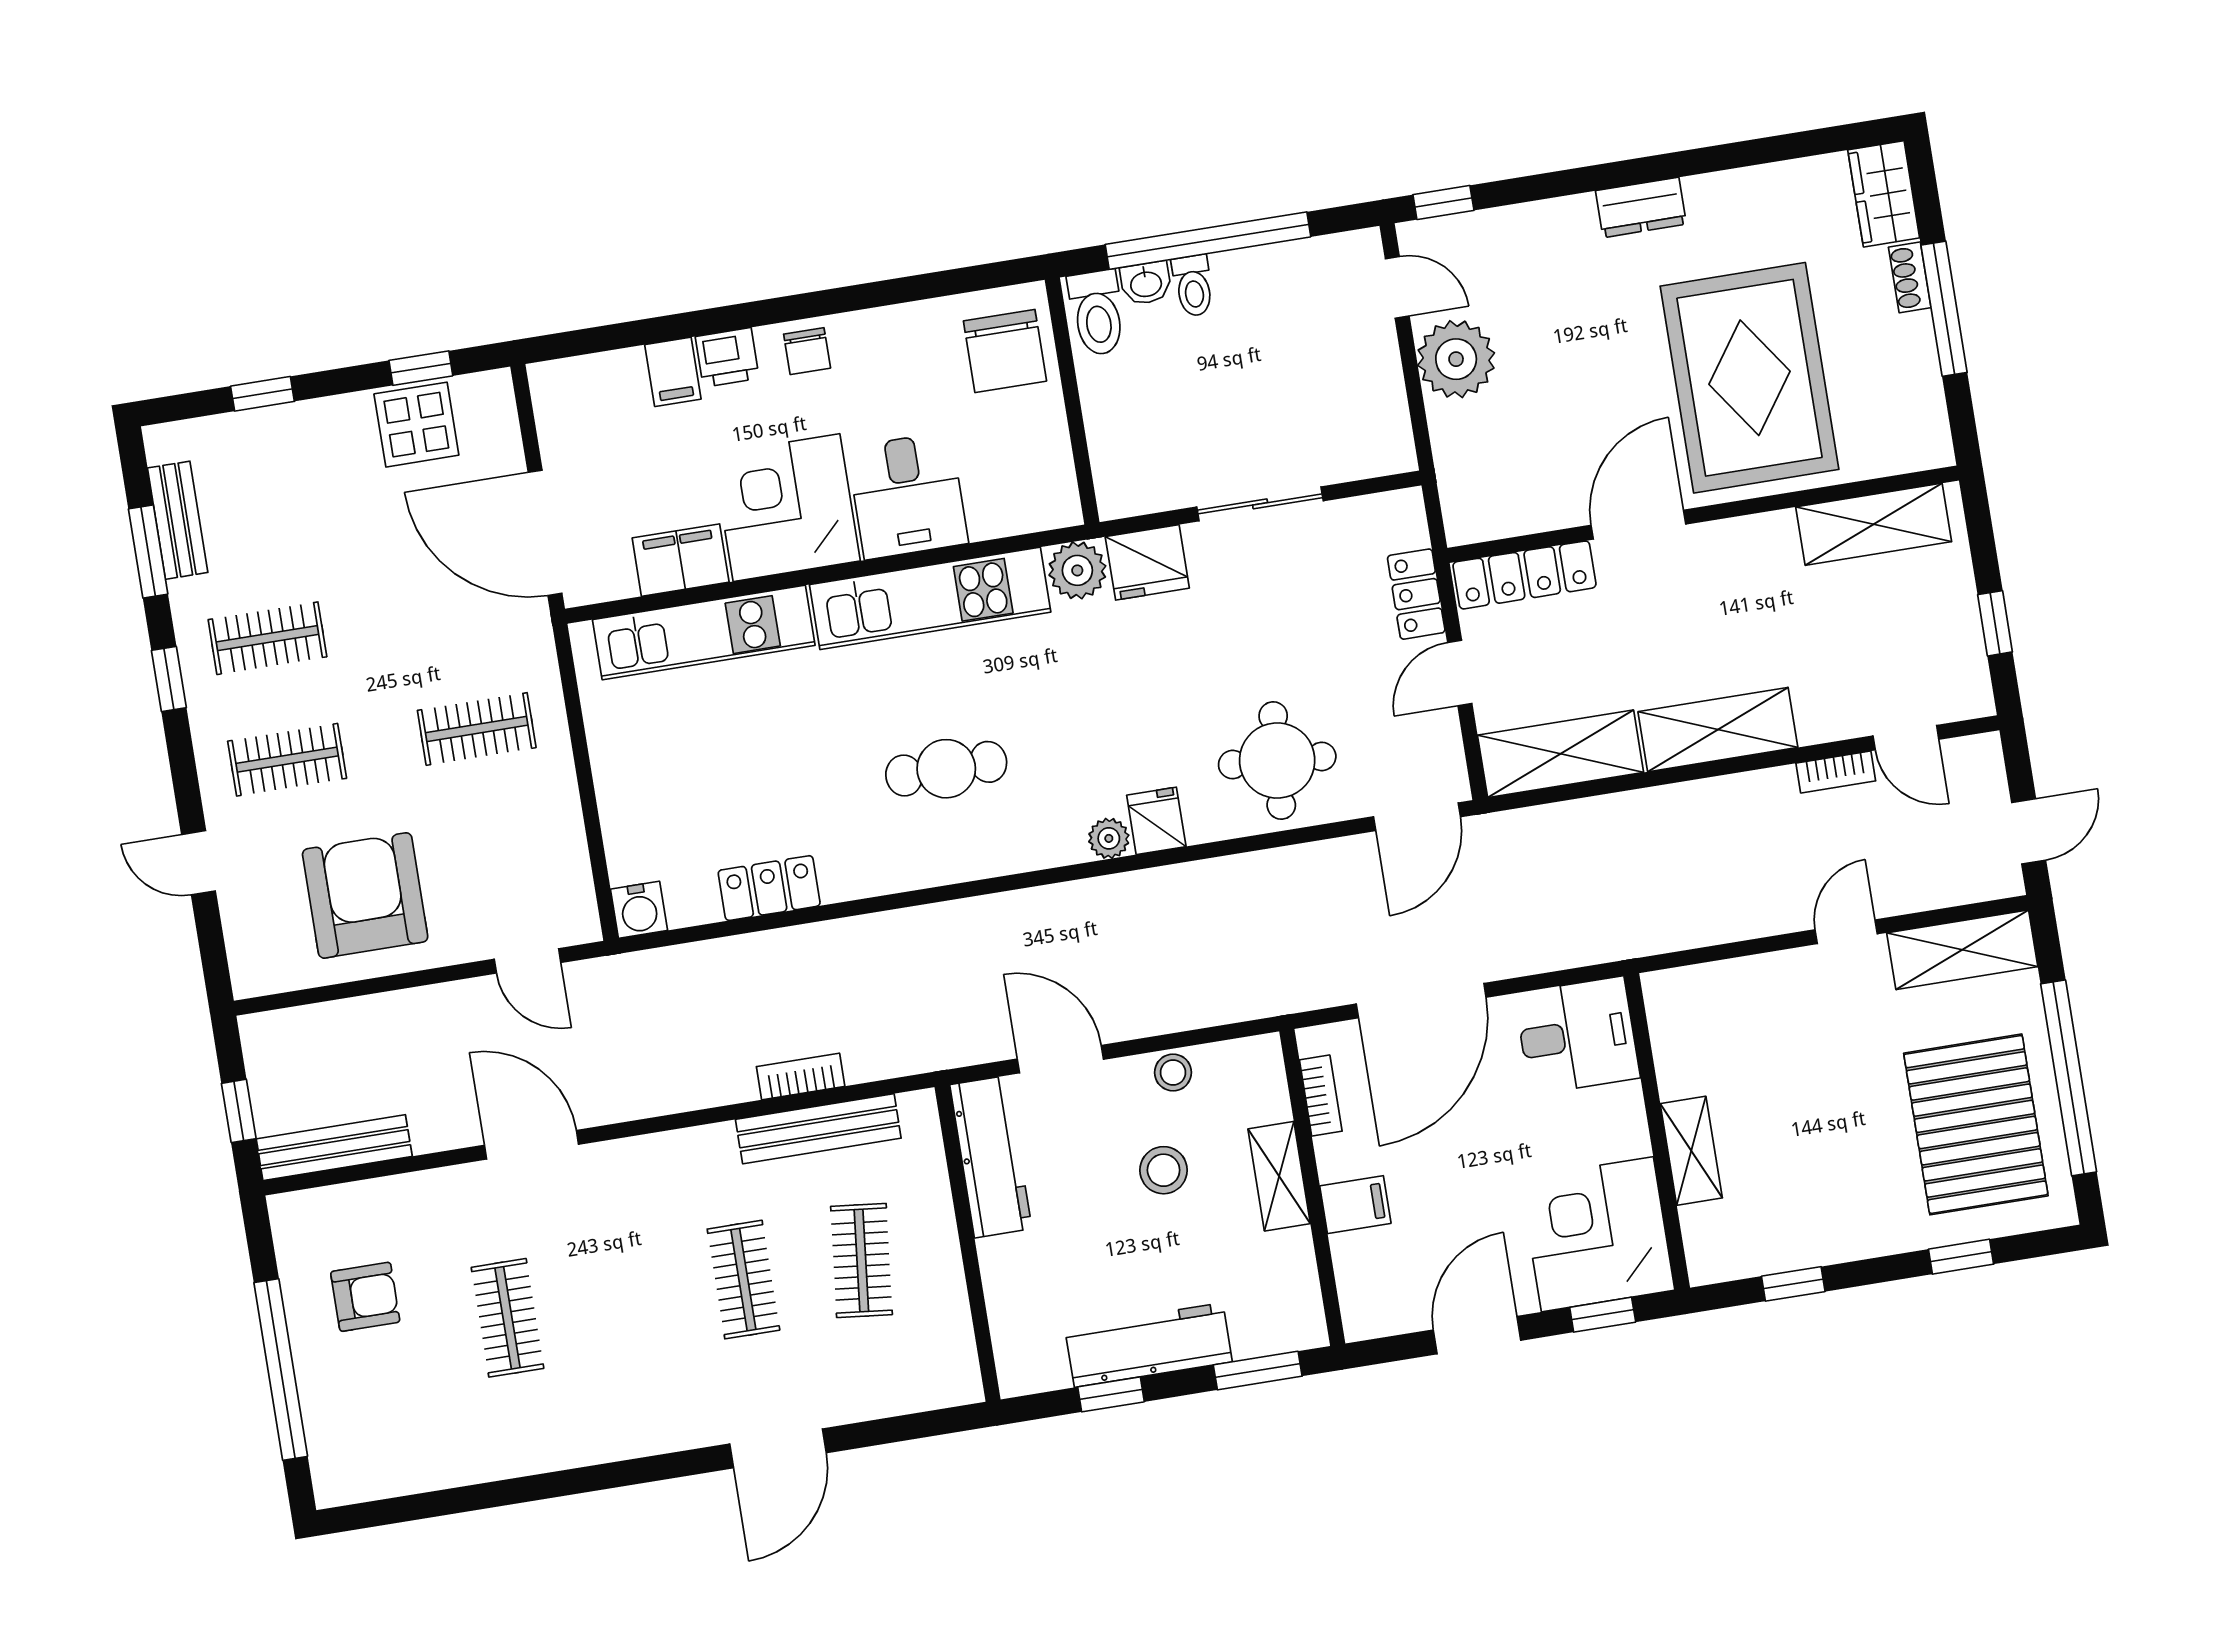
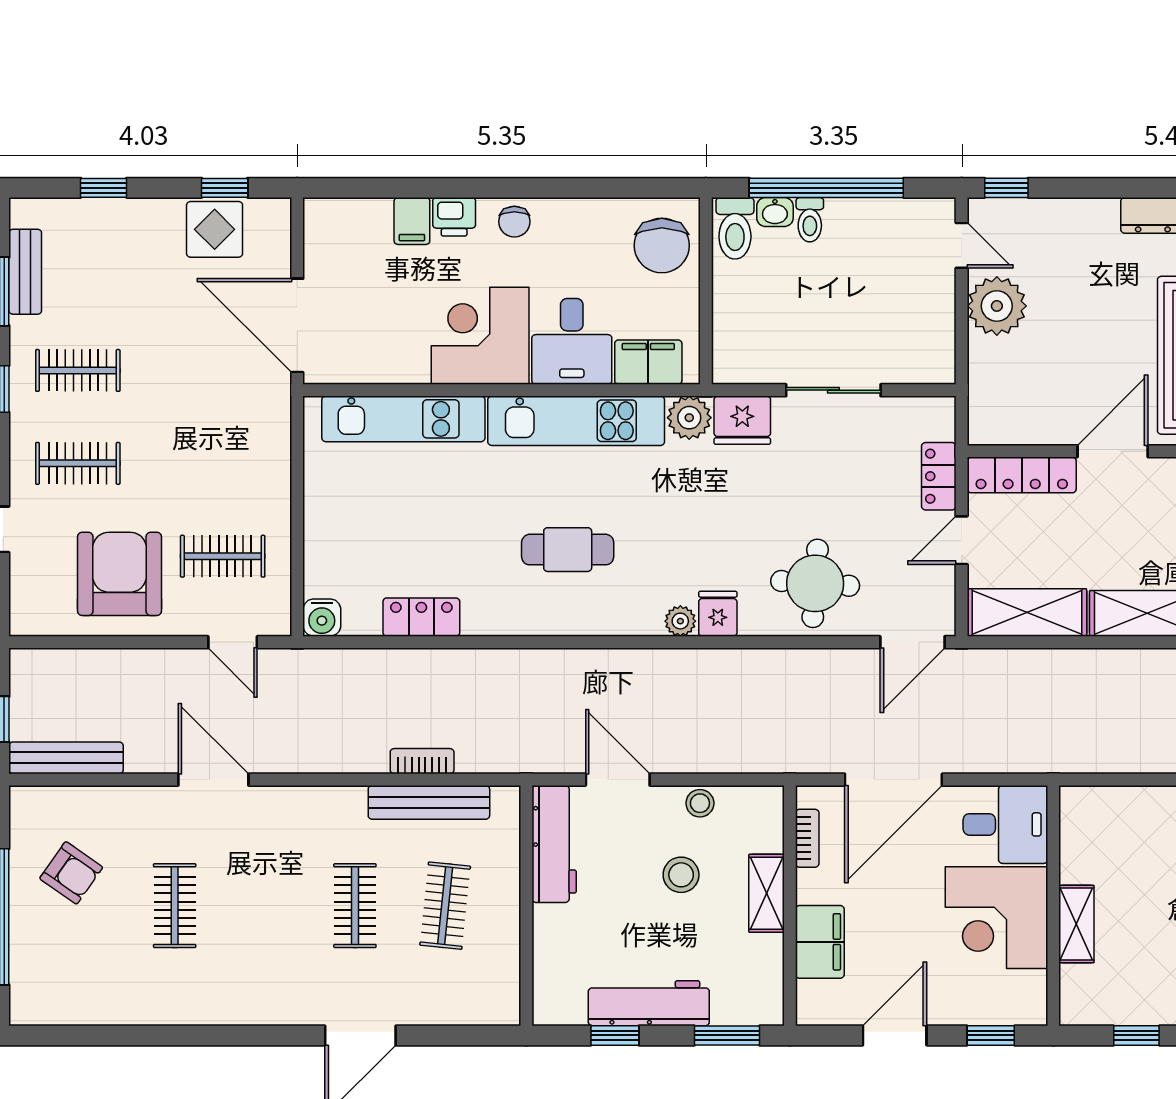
filing cabinet: (681, 560) -> (648, 362), moved
clothes rail: (477, 729) -> (223, 556), moved
filing cabinet: (1355, 1205) -> (820, 942), width x2.00
corner desk: (1597, 1234) -> (996, 918), moved, turned -90
armchair: (365, 1297) -> (71, 873), turned 35

